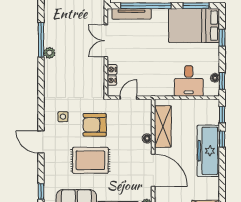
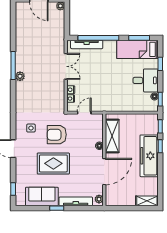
bed: (194, 26) -> (137, 49), width x0.67
double door: (106, 41) -> (66, 66), swing flipped
desk: (189, 81) -> (146, 80), moved, turned -90
door: (153, 170) -> (104, 172), hinge flipped

